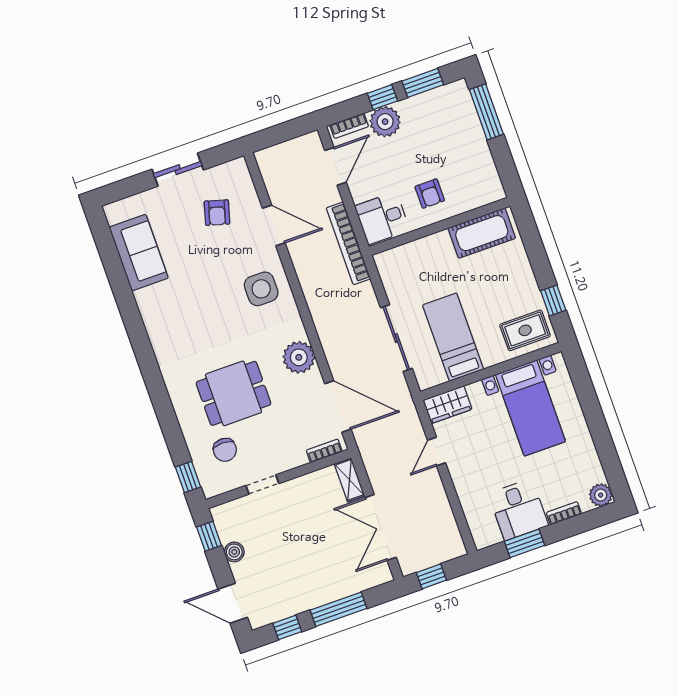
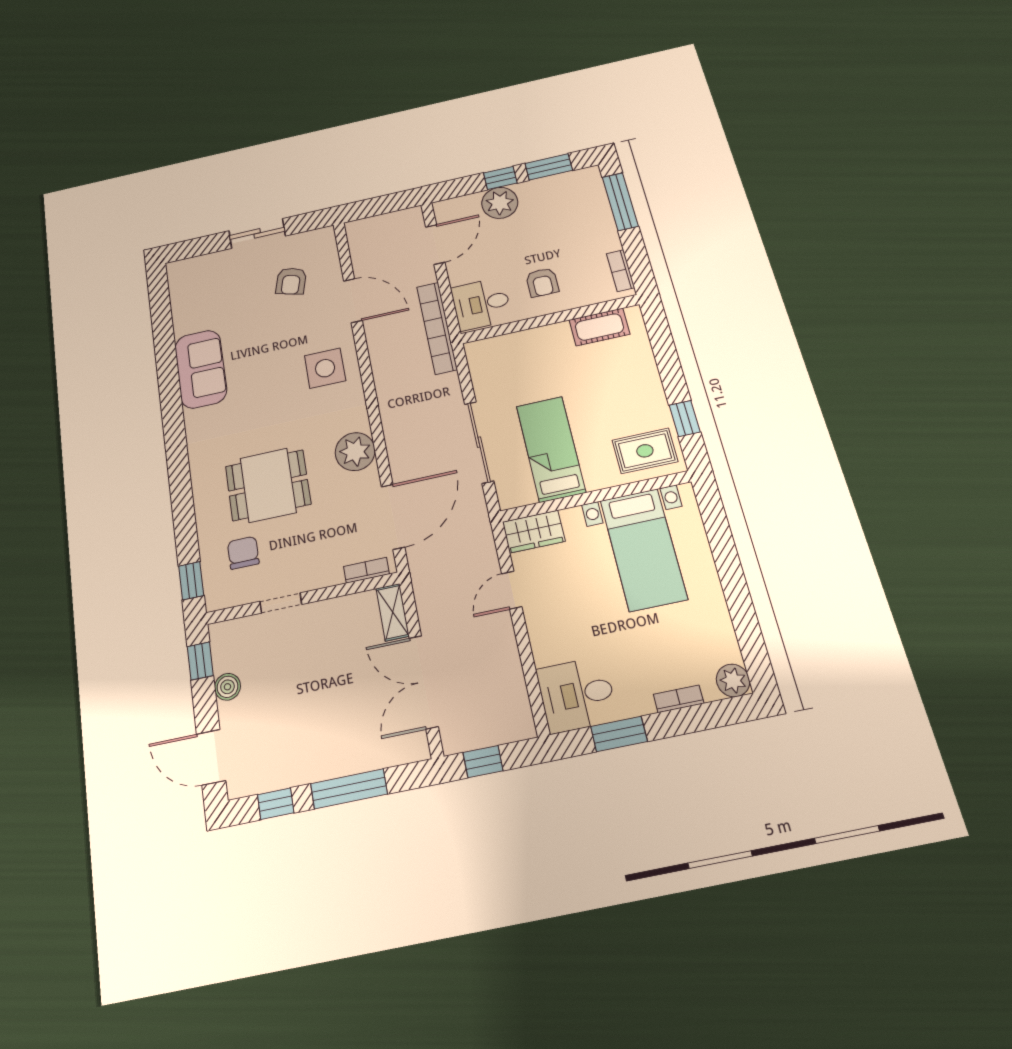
bookcase: (349, 126) -> (620, 271), moved, turned 90
cot: (482, 233) -> (599, 327), width x0.73, depth x0.75
sofa: (139, 253) -> (201, 369), moved
door: (338, 406) -> (393, 517), hinge flipped
chair: (225, 450) -> (243, 553), turned 180
desk: (518, 510) -> (577, 695), moved, turned 90

